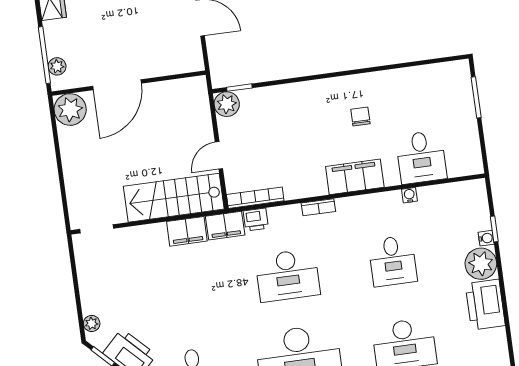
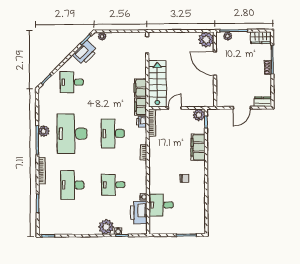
door: (219, 155) -> (175, 108), hinge flipped
filing cabinet: (355, 177) -> (198, 147), moved, turned 180
printer: (485, 305) -> (139, 213), moved, turned -90

